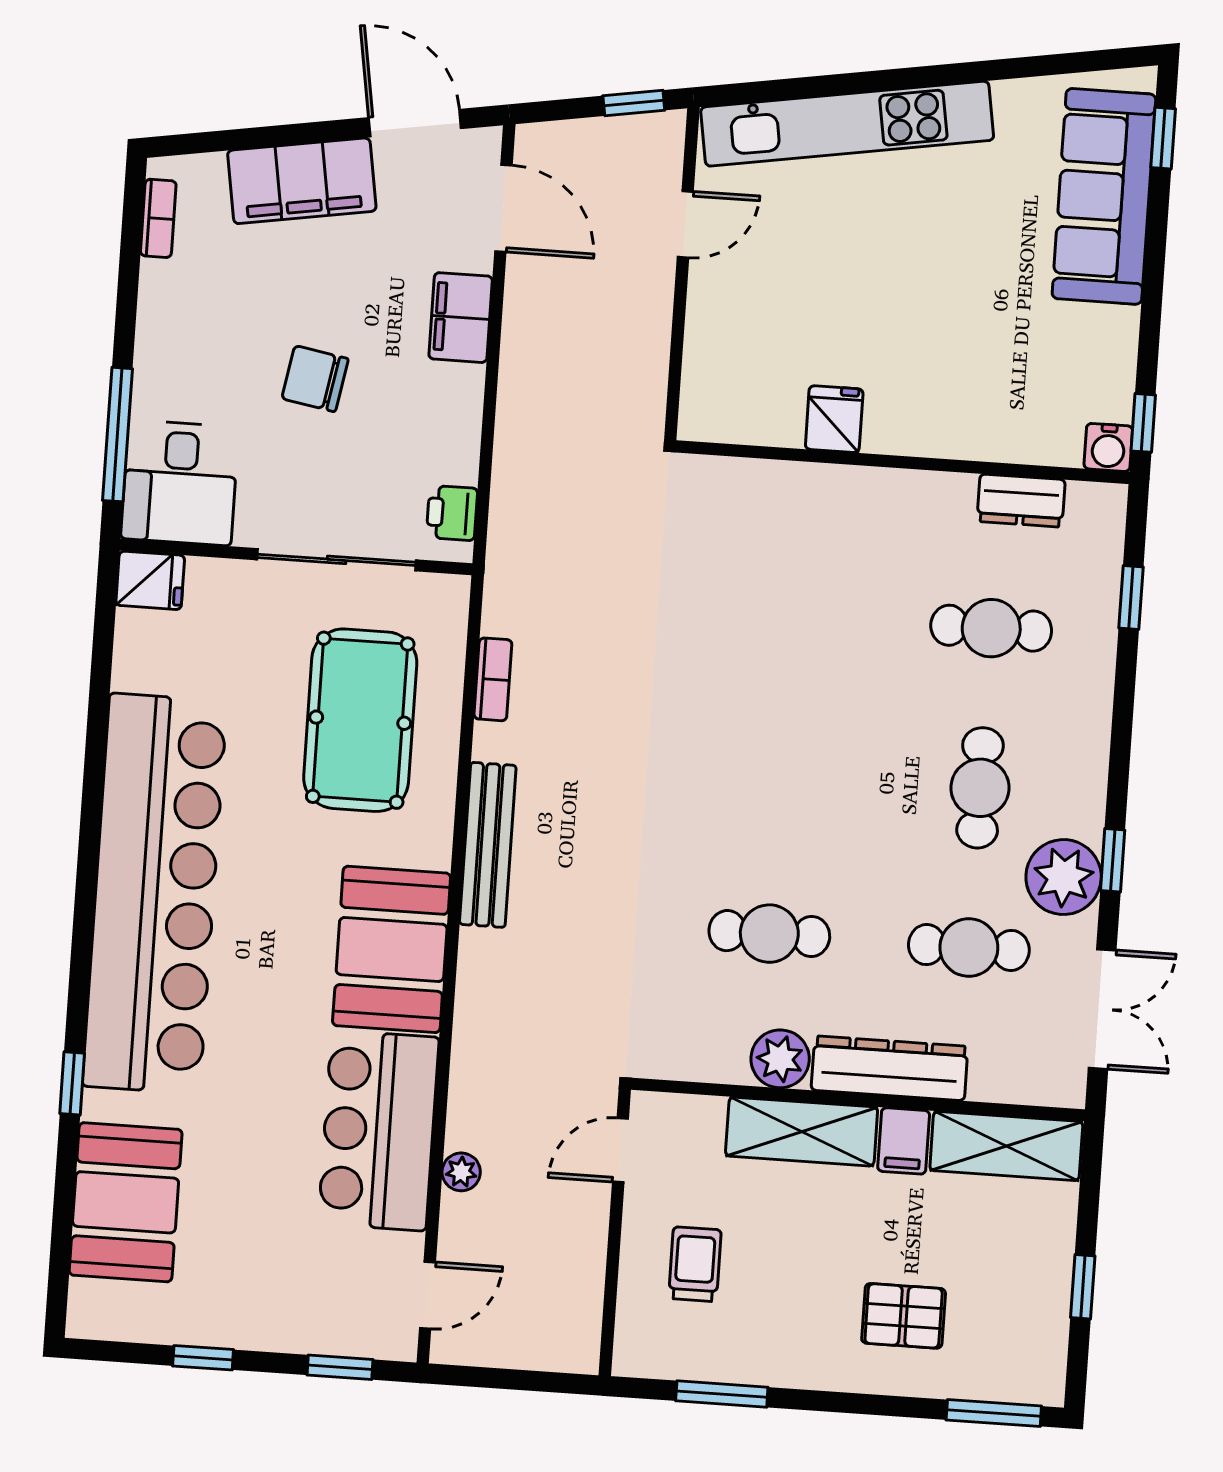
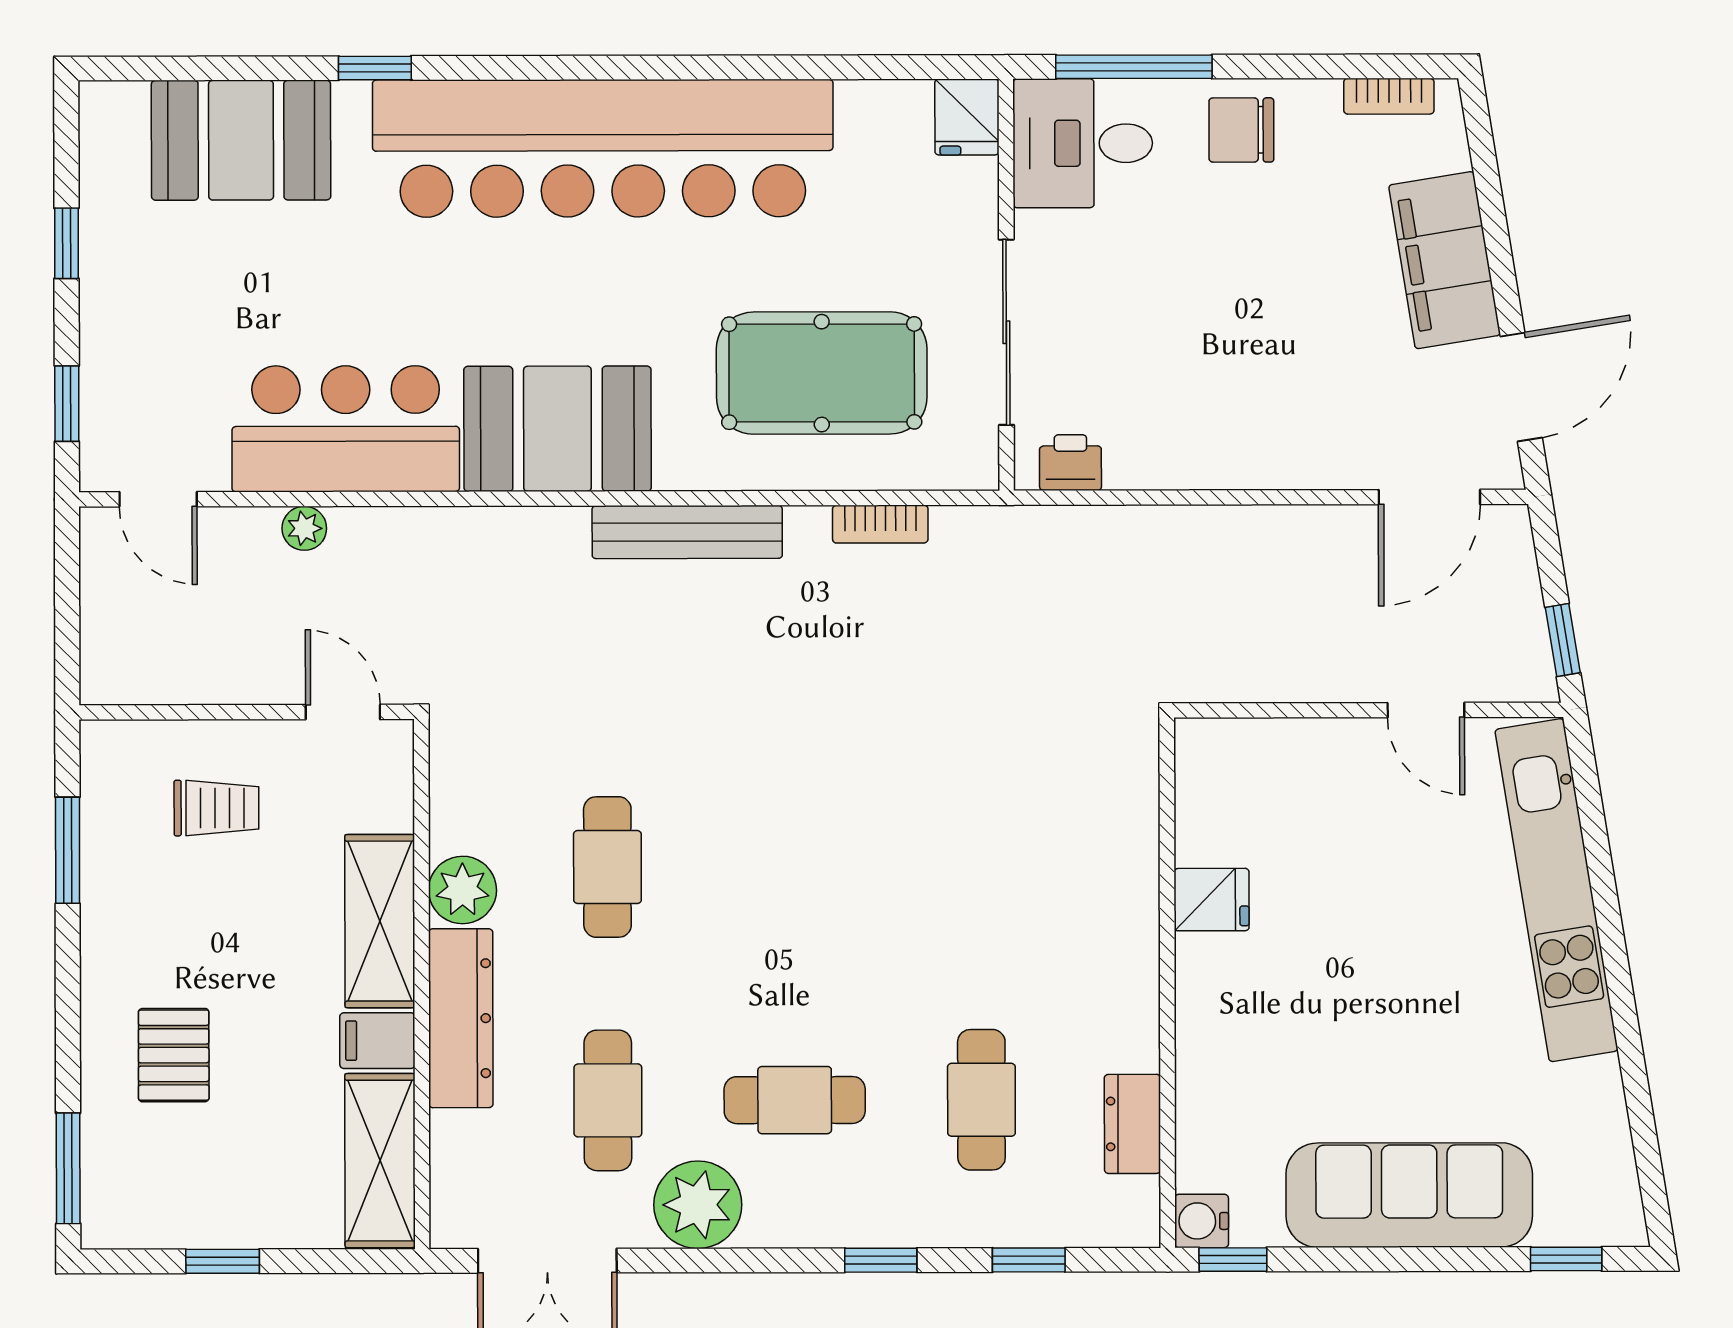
sofa: (1104, 196) -> (1409, 1195), moved
filing cabinet: (461, 318) -> (1299, 456), removed
chair: (315, 379) -> (1241, 130), moved, turned -100
window: (1113, 860) -> (881, 1260), moved

